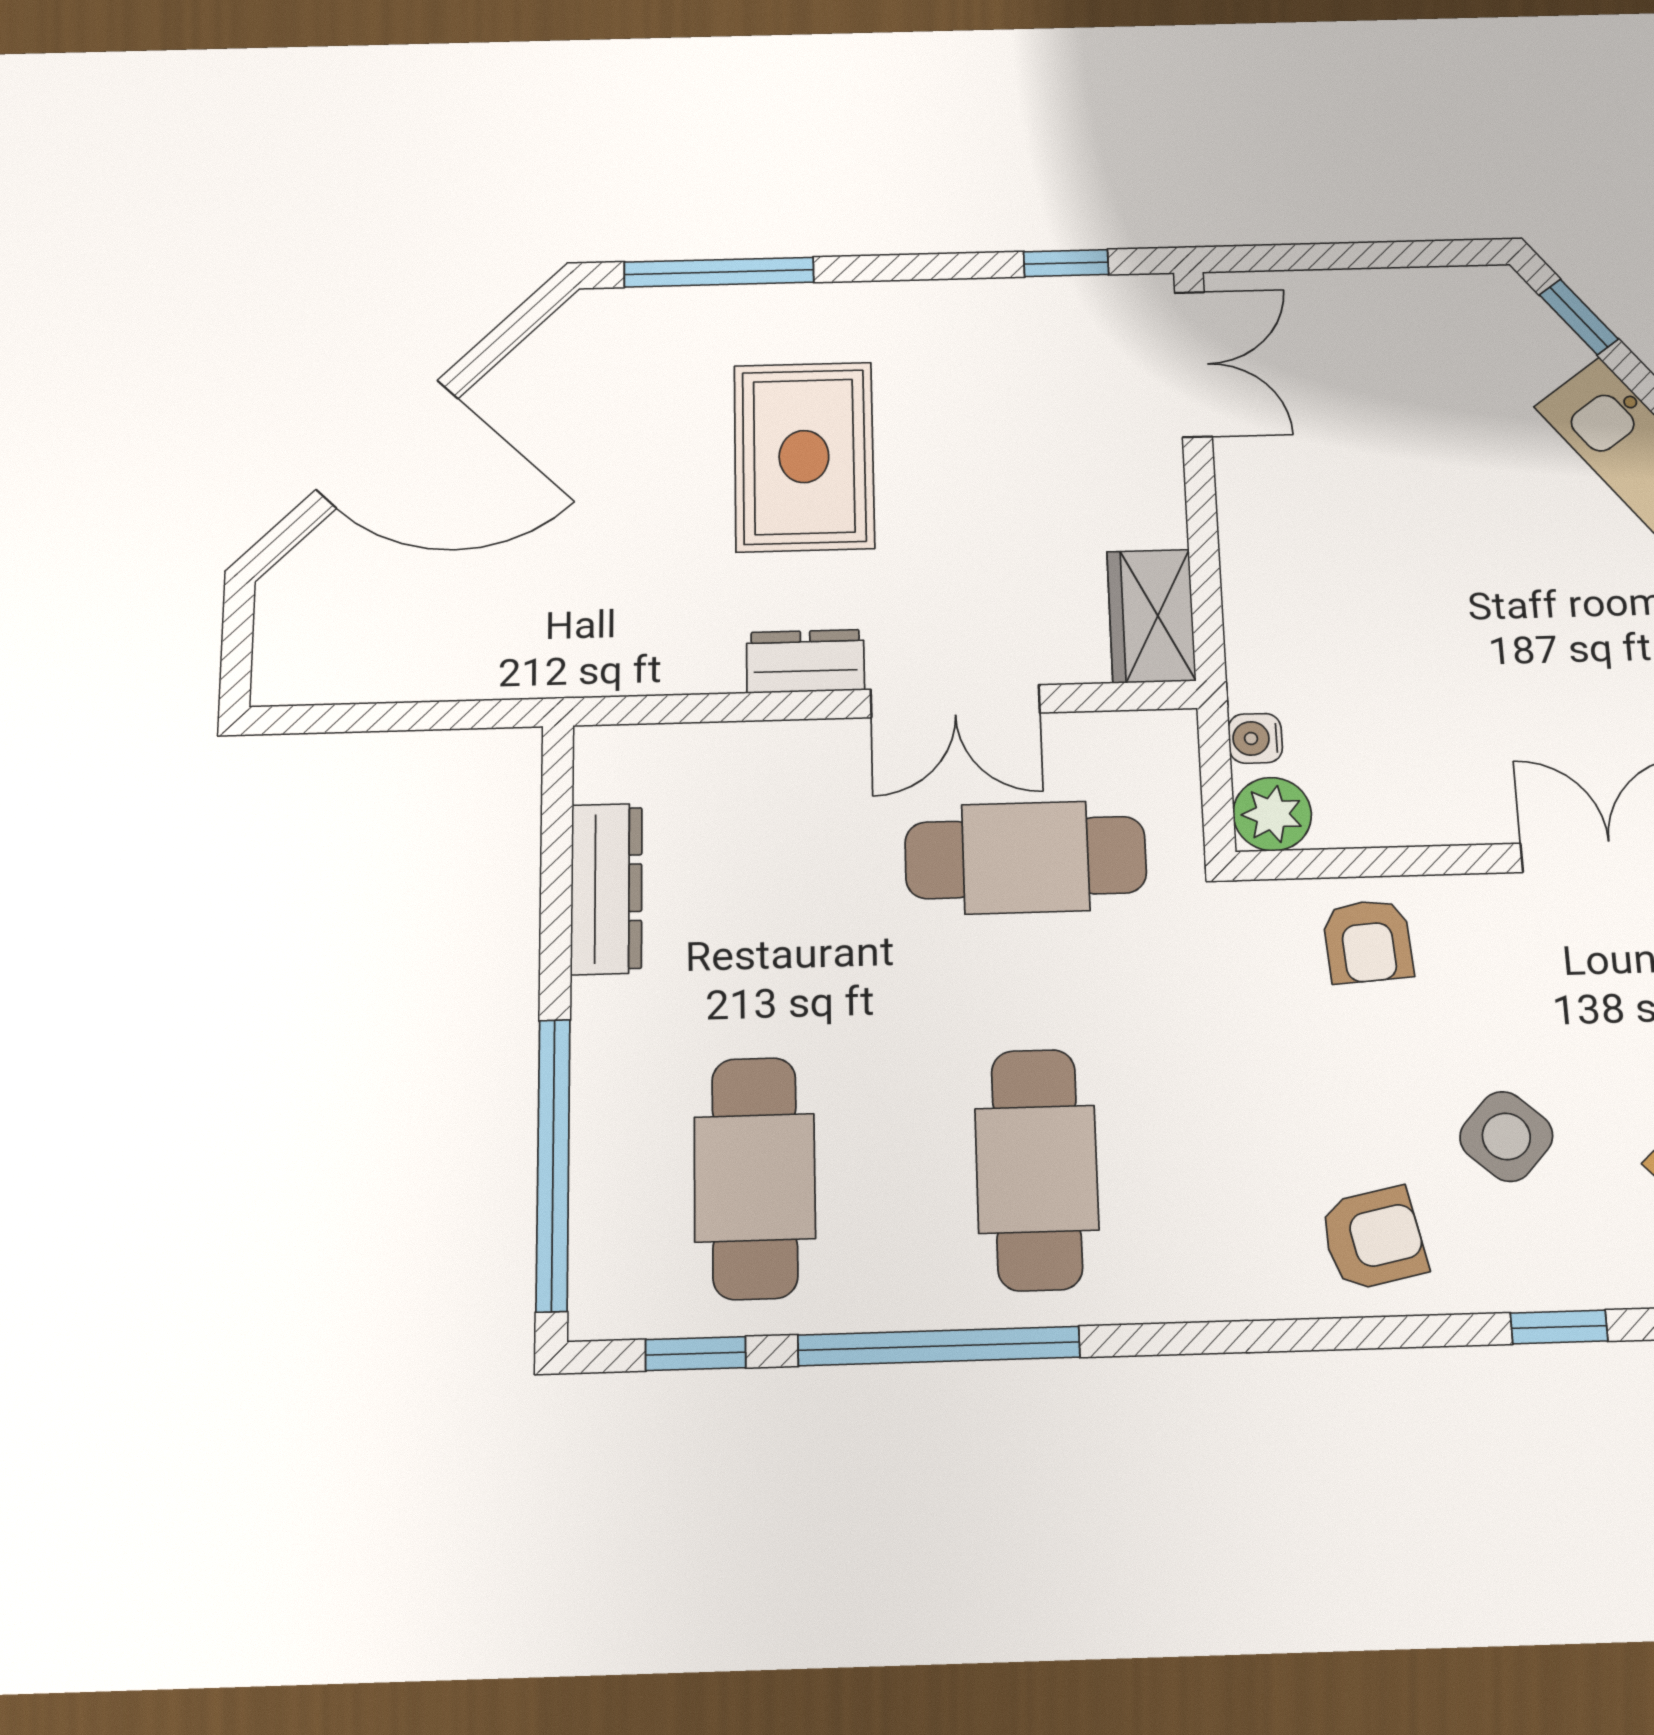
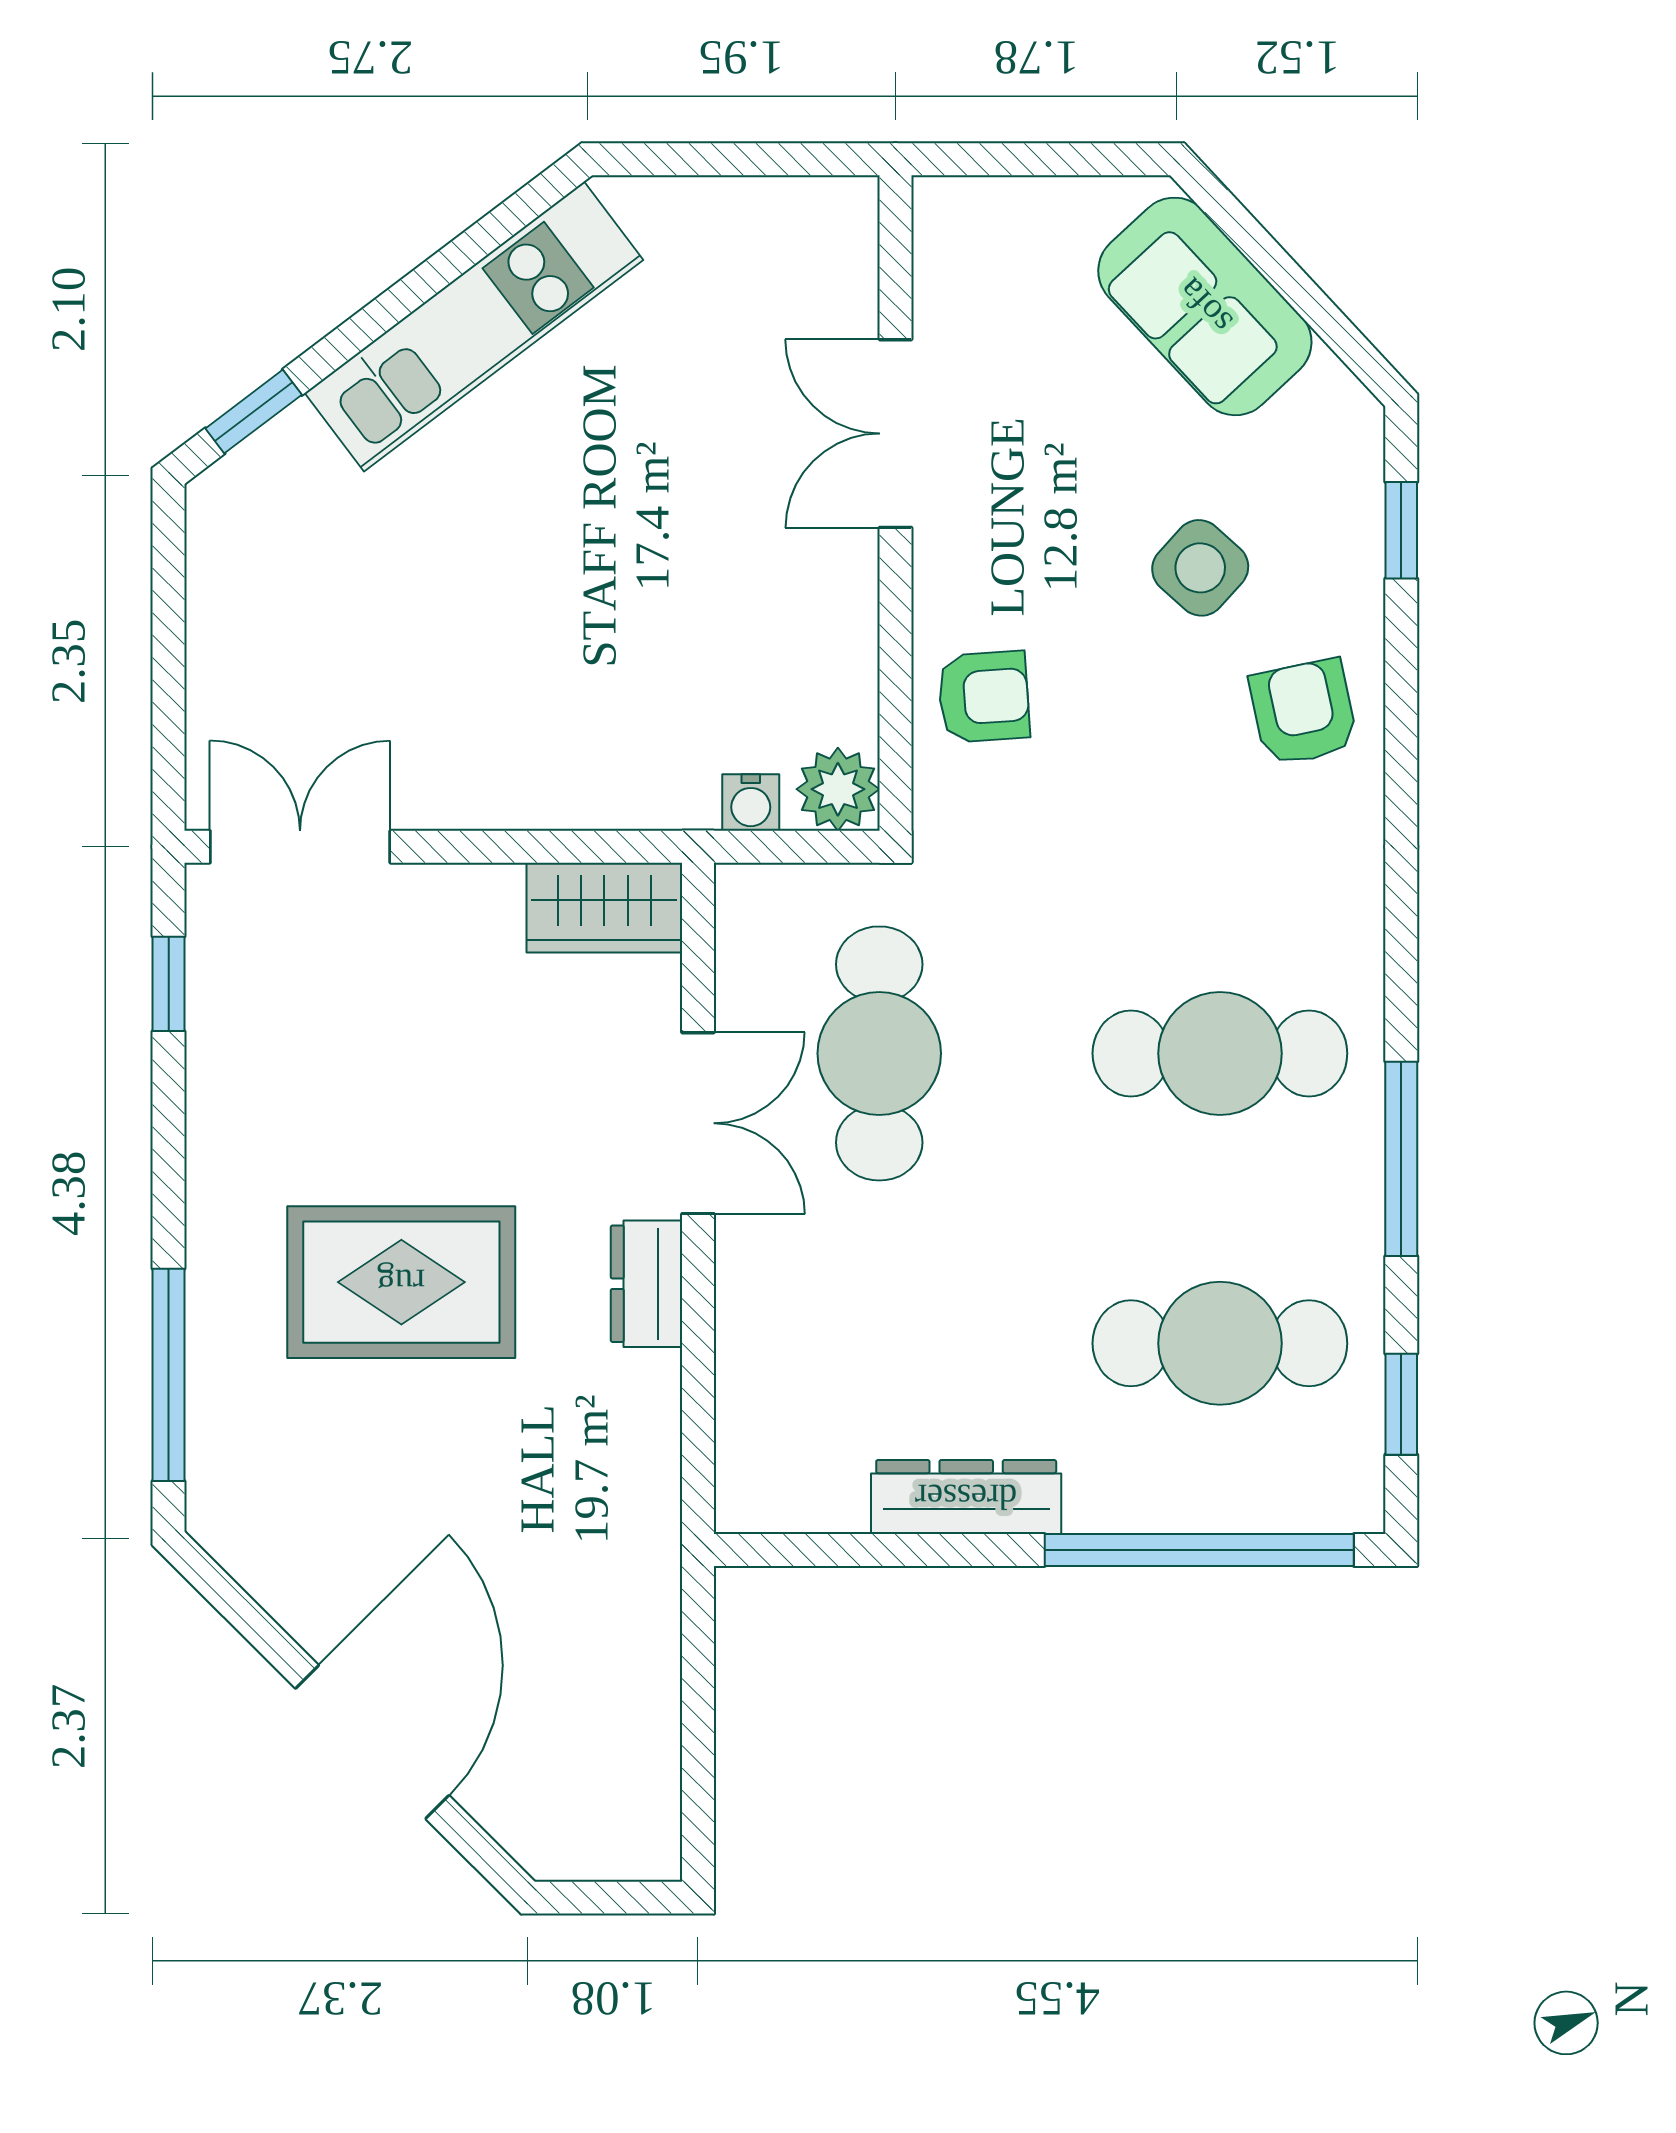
dresser: (606, 888) -> (966, 1497), moved
window: (939, 1346) -> (1401, 1159), width x0.68

